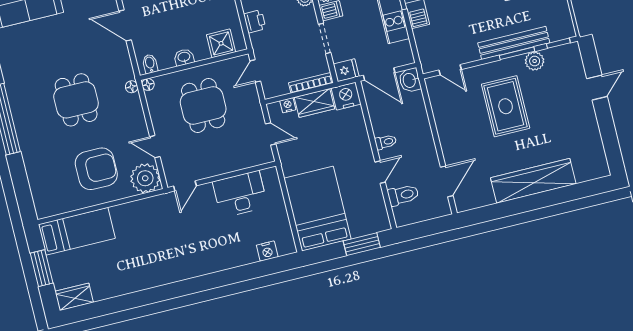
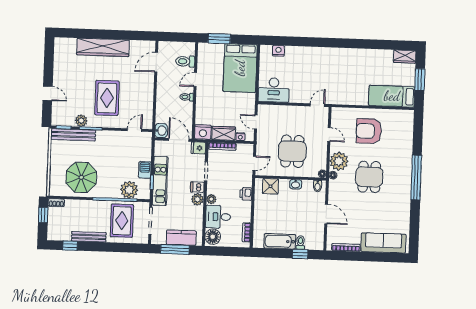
bench: (514, 43) -> (73, 135), moved
door: (450, 70) -> (135, 130), hinge flipped
door: (597, 88) -> (48, 93), swing flipped
plant: (145, 178) -> (339, 161), moved
desk: (240, 194) -> (274, 90), moved

